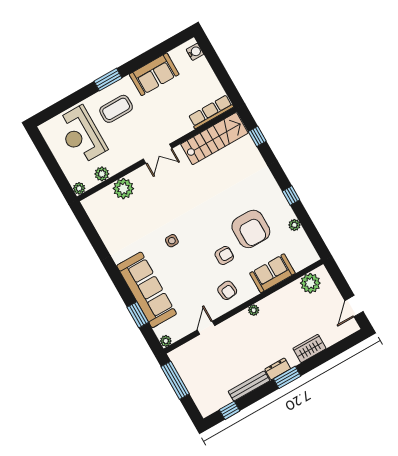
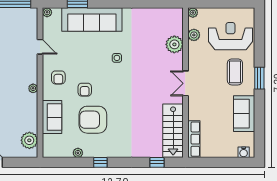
armchair: (227, 290) -> (58, 77), turned -83

